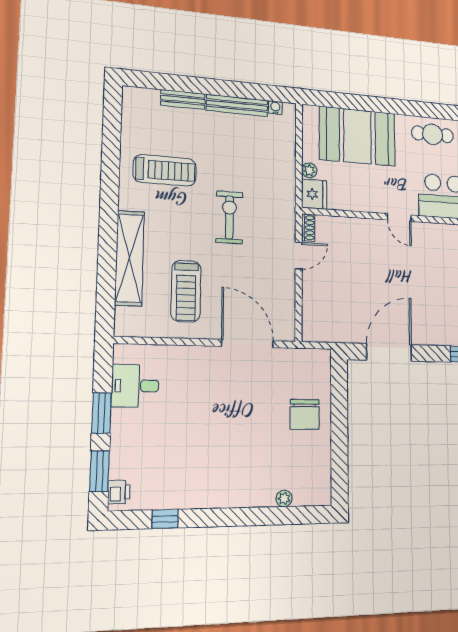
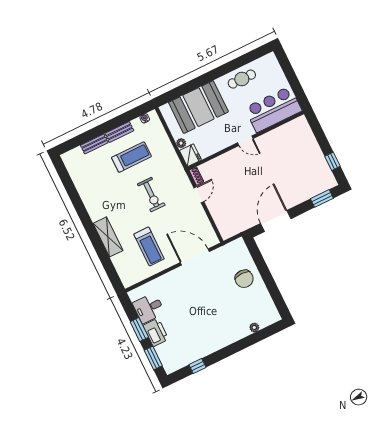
bench: (237, 105) -> (119, 132), width x0.73
treadmill: (165, 170) -> (131, 157), moved
exercise bike: (229, 217) -> (151, 195), turned 180
shelving: (130, 258) -> (108, 237), width x0.68
printer: (119, 492) -> (156, 332), moved, width x1.87, depth x1.48

